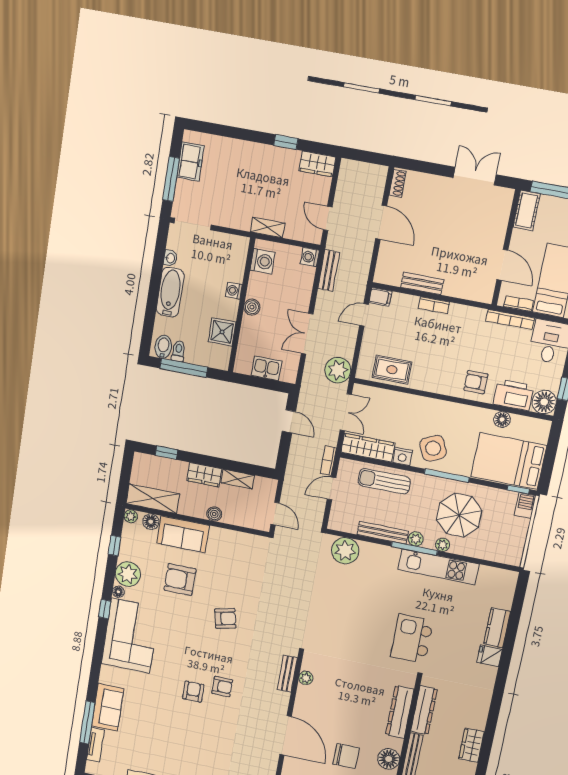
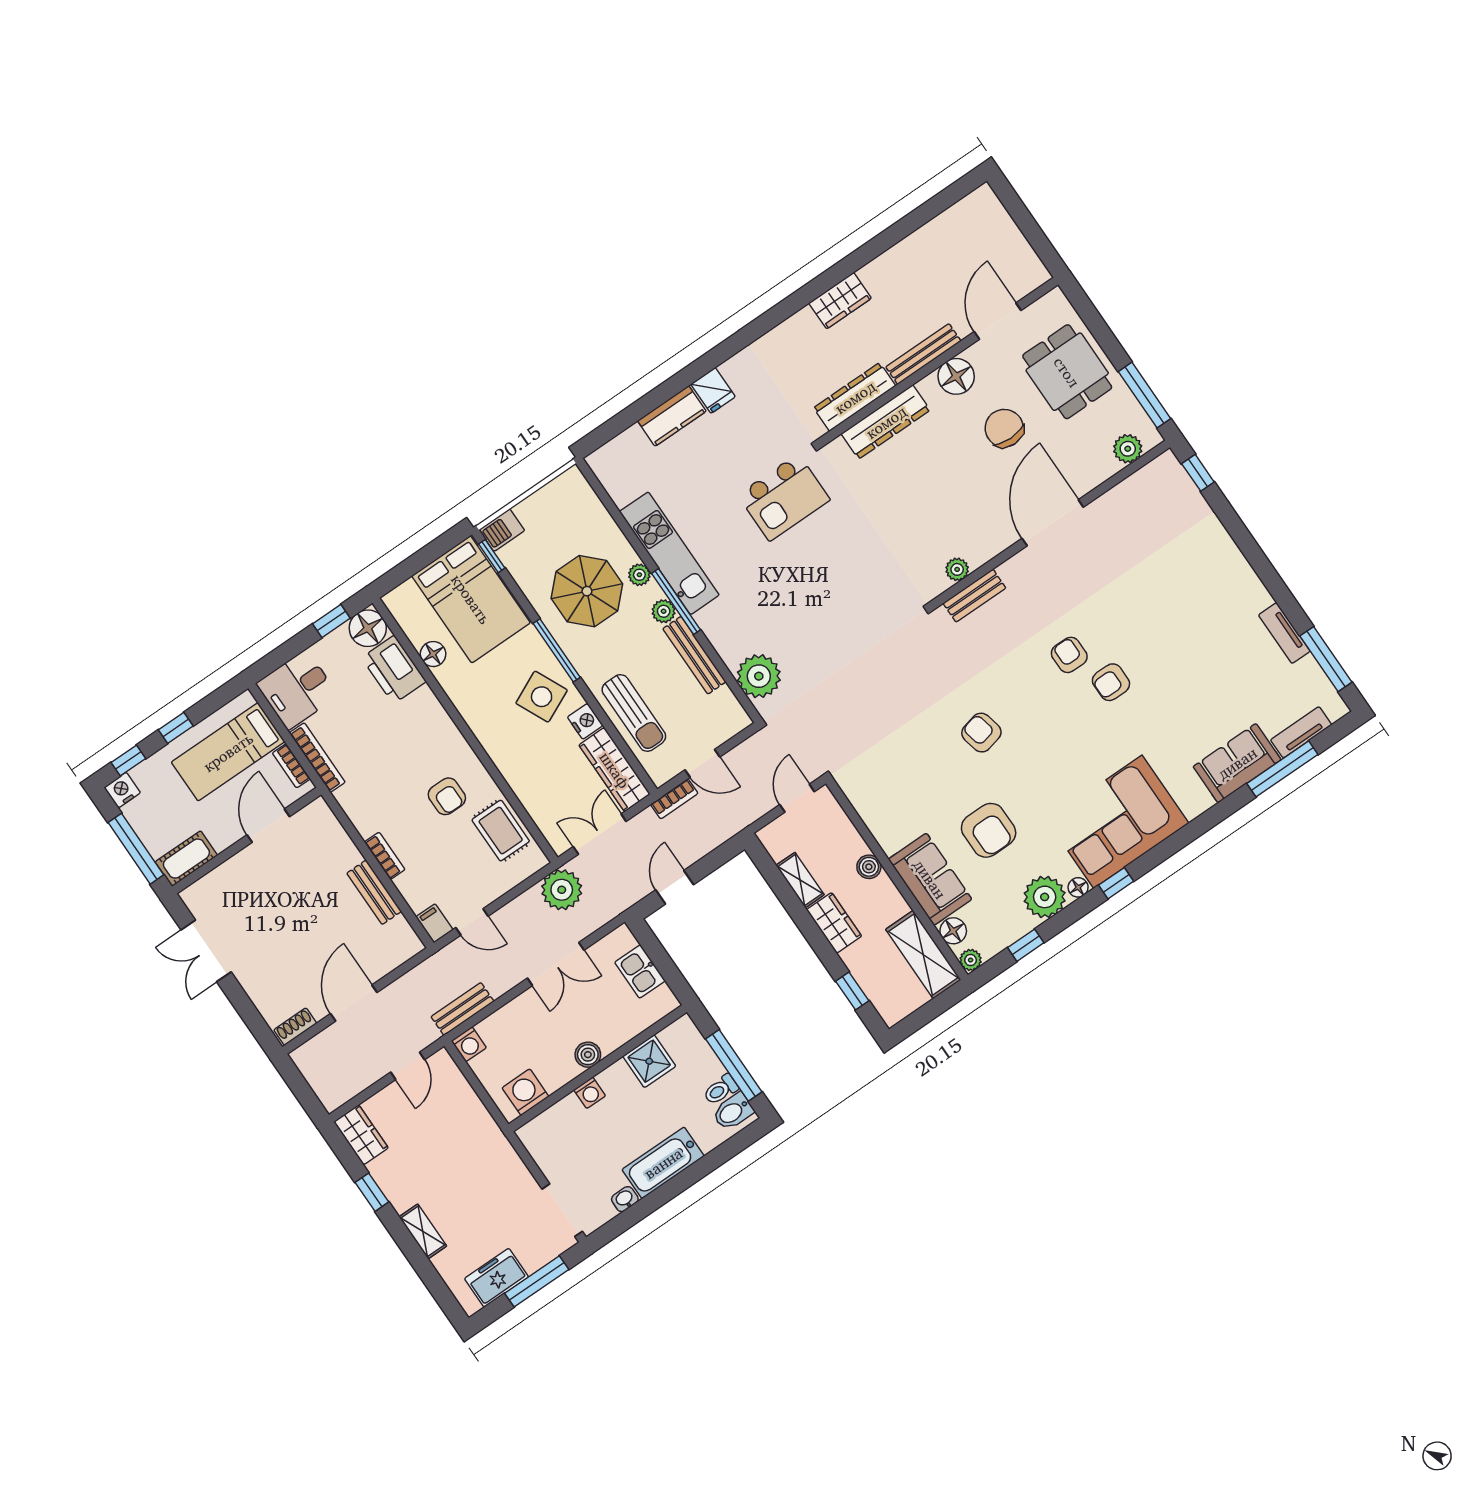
shelving: (268, 227) -> (423, 1231), moved
armchair: (476, 382) -> (447, 796), moved

